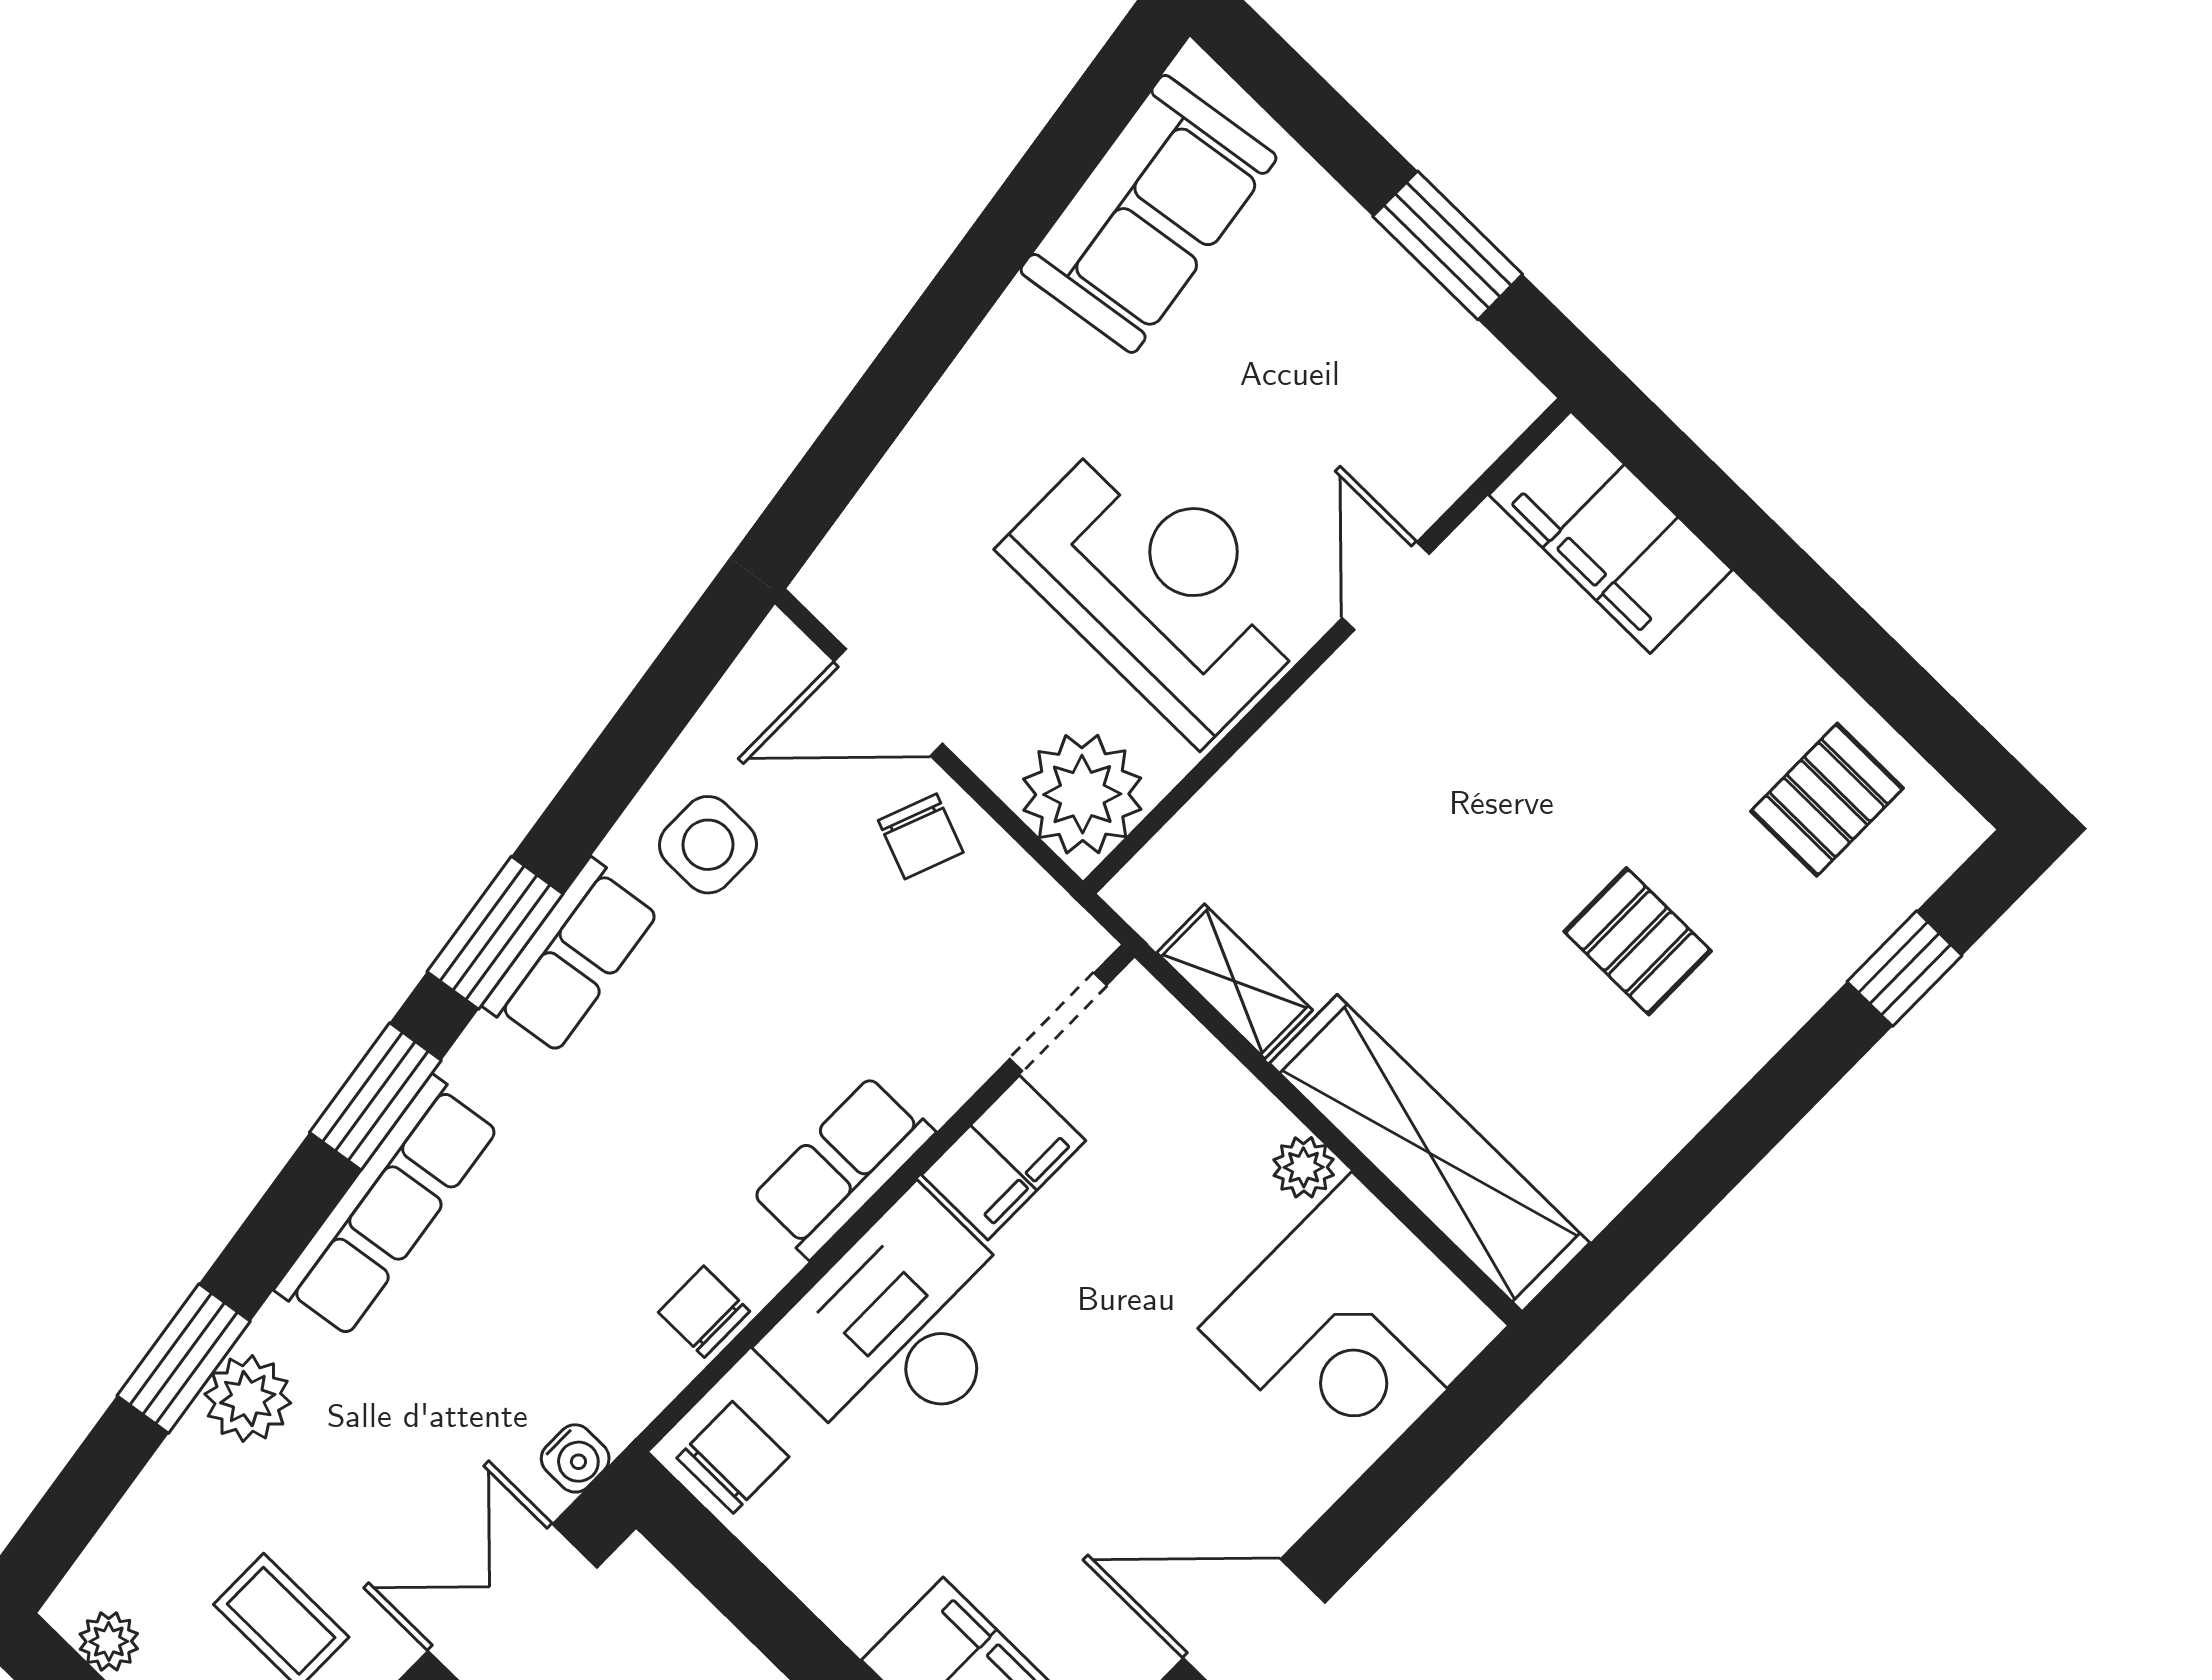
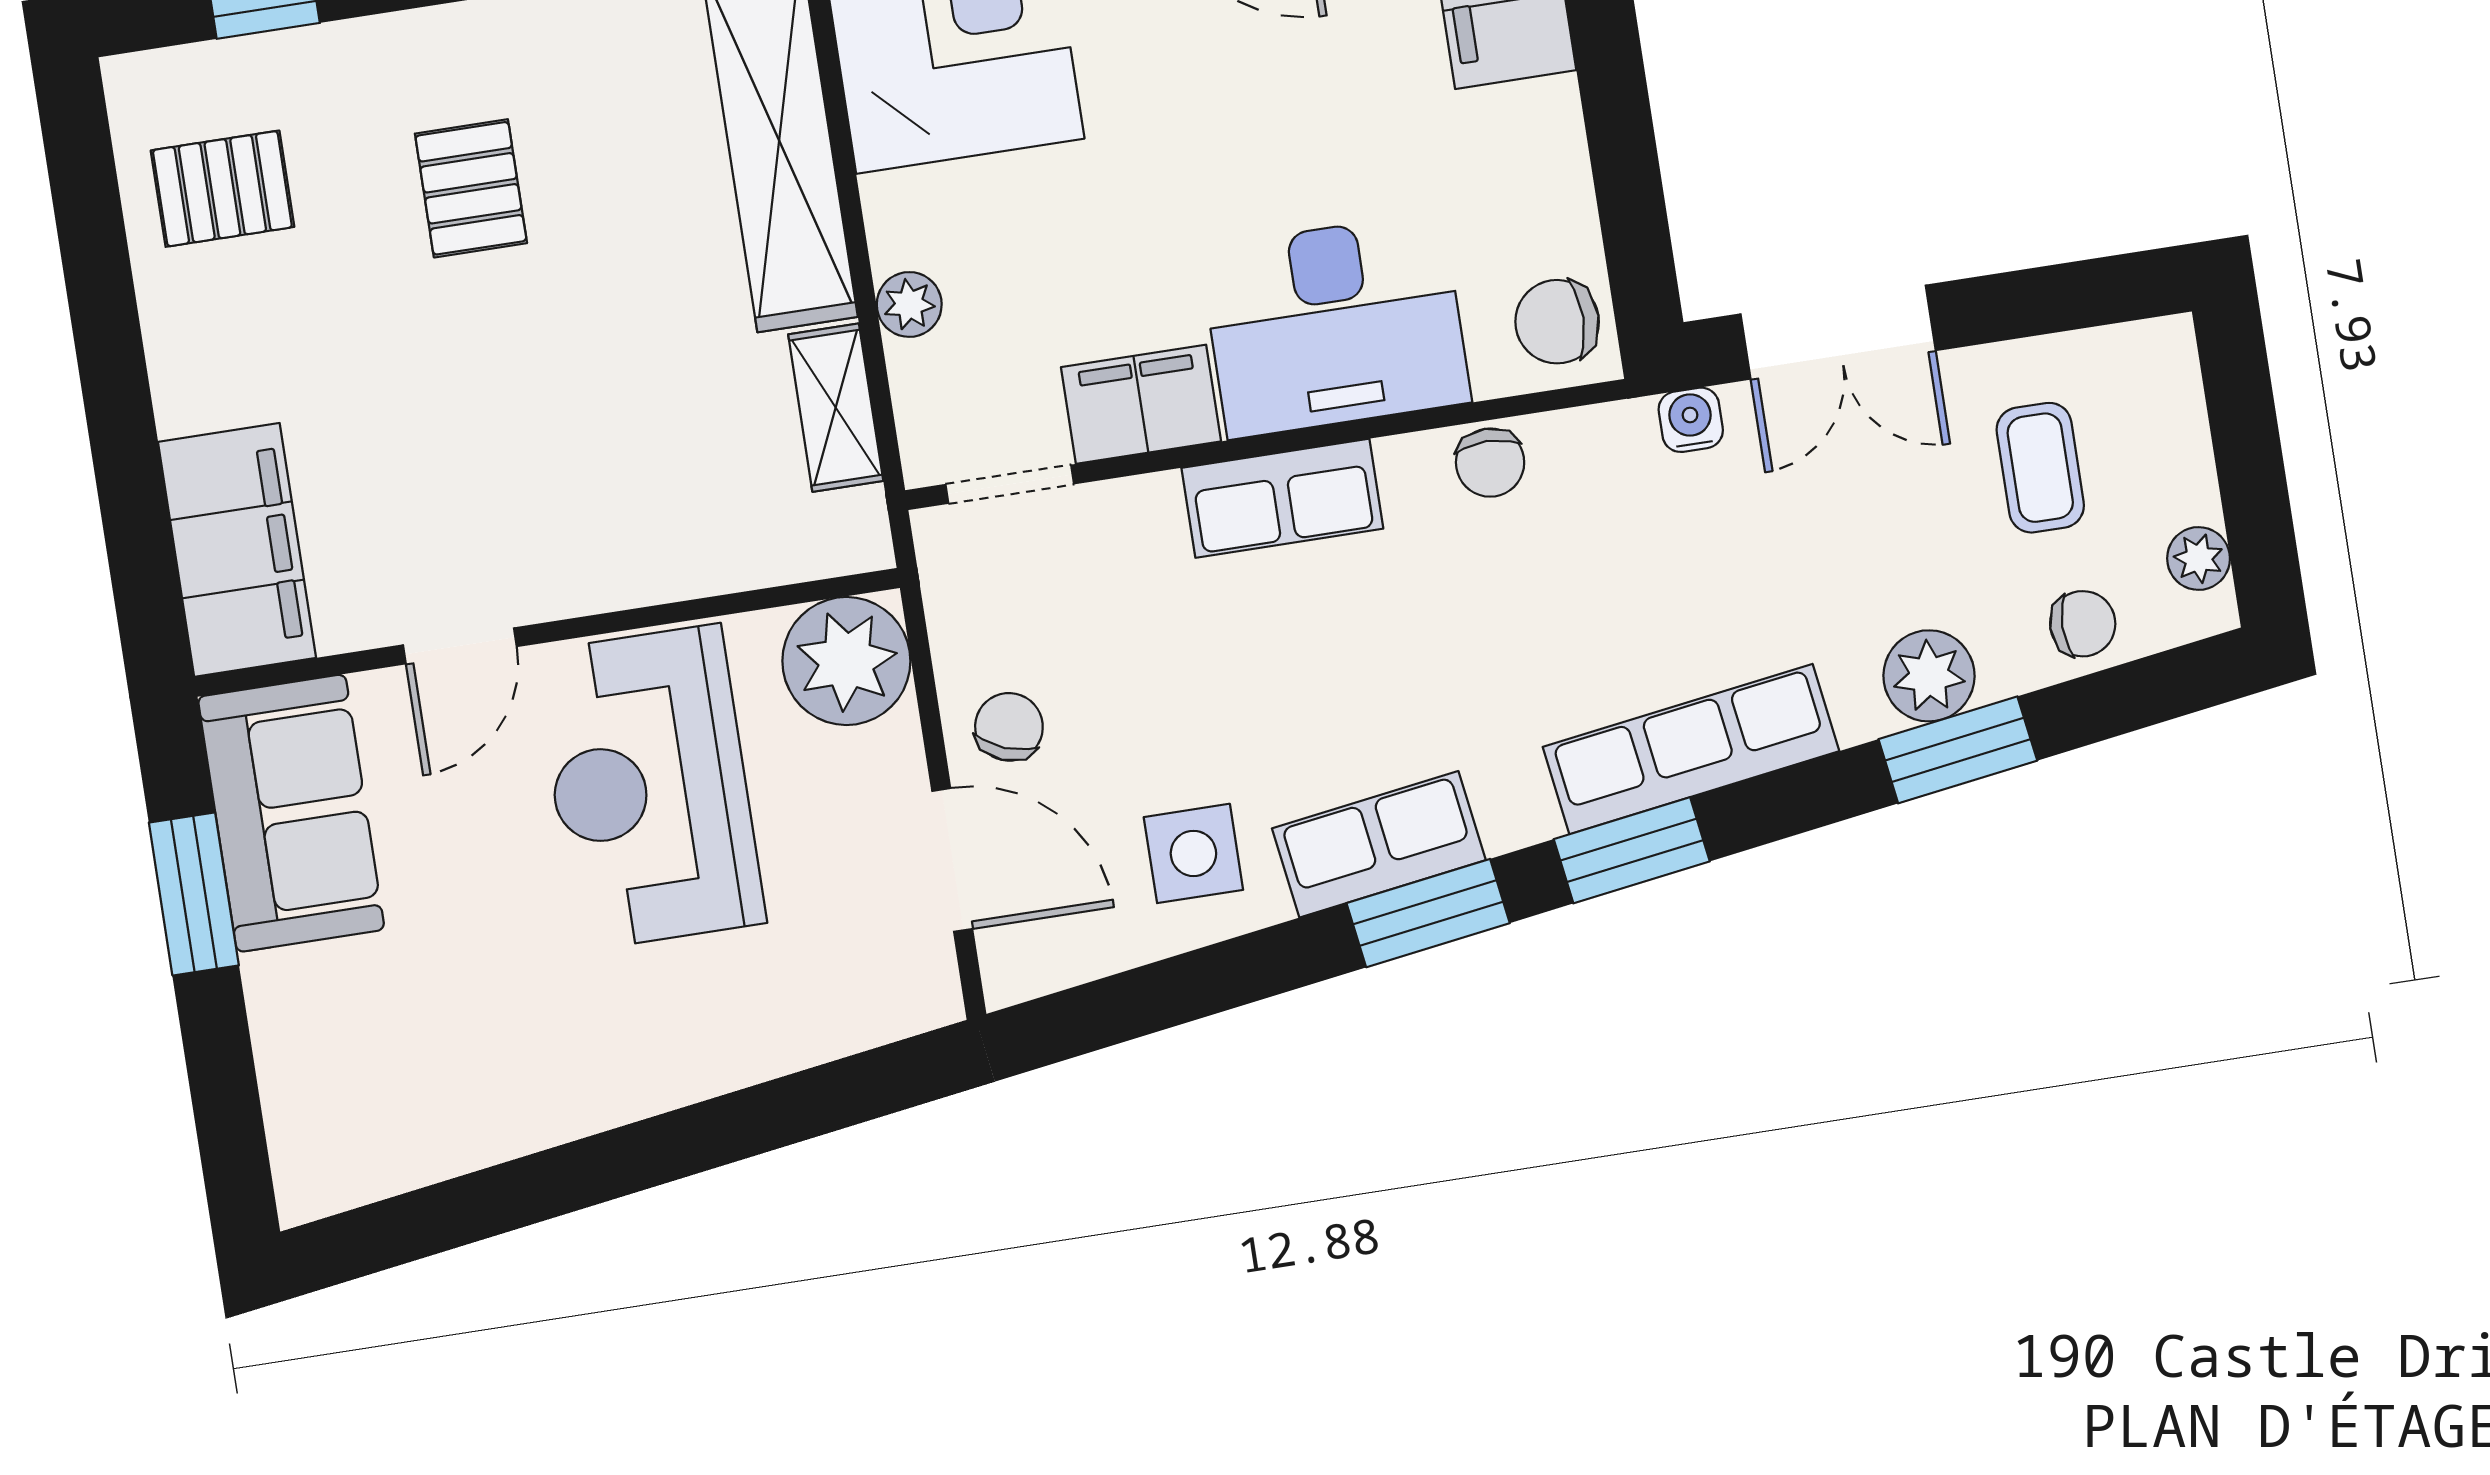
sofa: (1148, 214) -> (291, 813), moved, turned 98
plant: (1304, 1167) -> (909, 304), moved
chair: (160, 1526) -> (2083, 624), added

